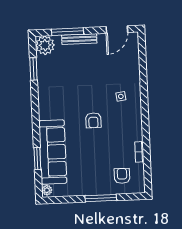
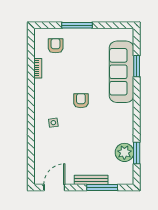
plant: (45, 45) -> (124, 152), moved
armchair: (122, 176) -> (56, 46), turned 180
plant: (47, 190) -> (129, 35), removed

